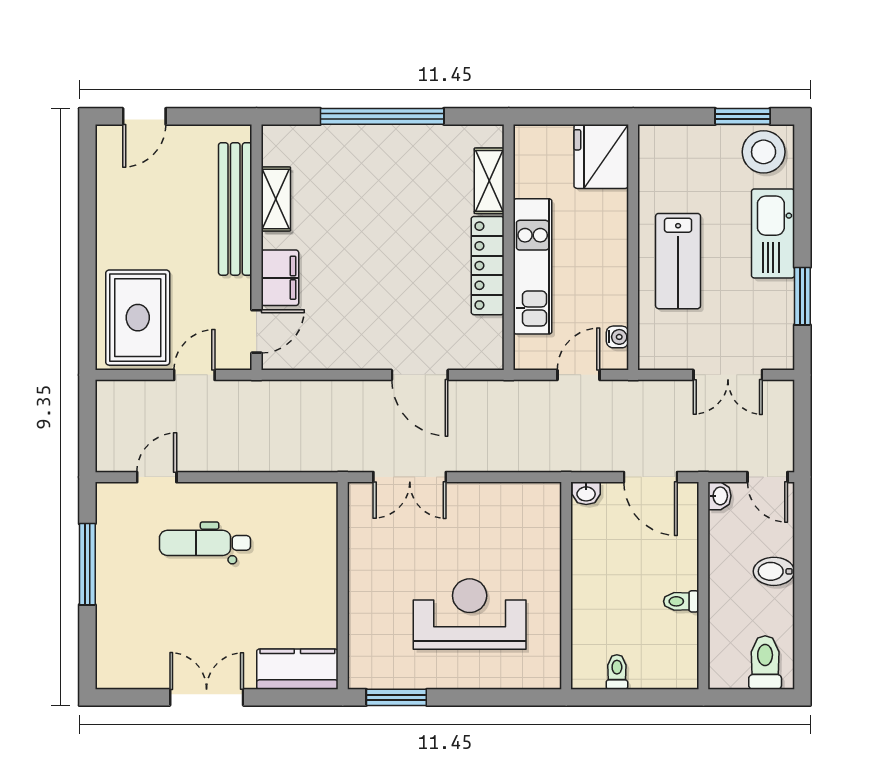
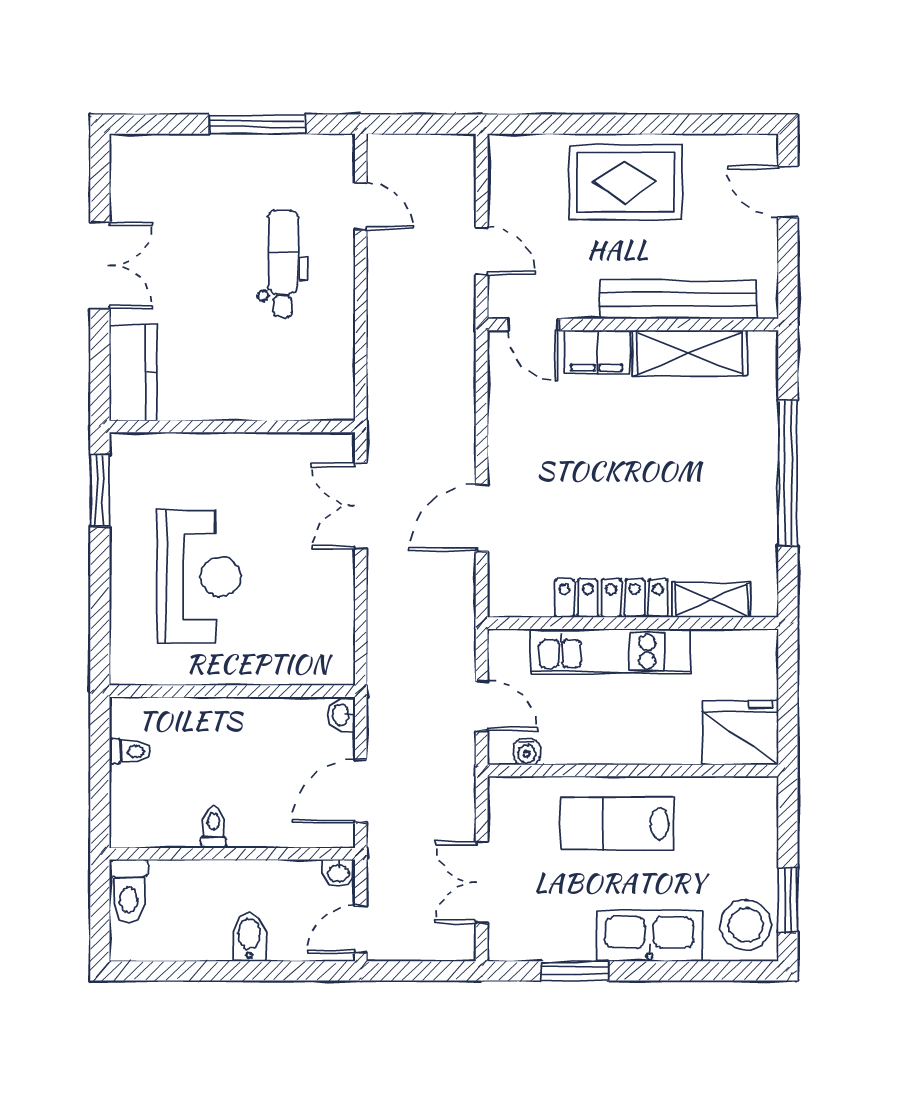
shelving: (276, 199) -> (690, 353), width x1.50, depth x1.33
rug: (138, 318) -> (625, 182), moved
toilet: (765, 663) -> (129, 891), moved, turned 90

